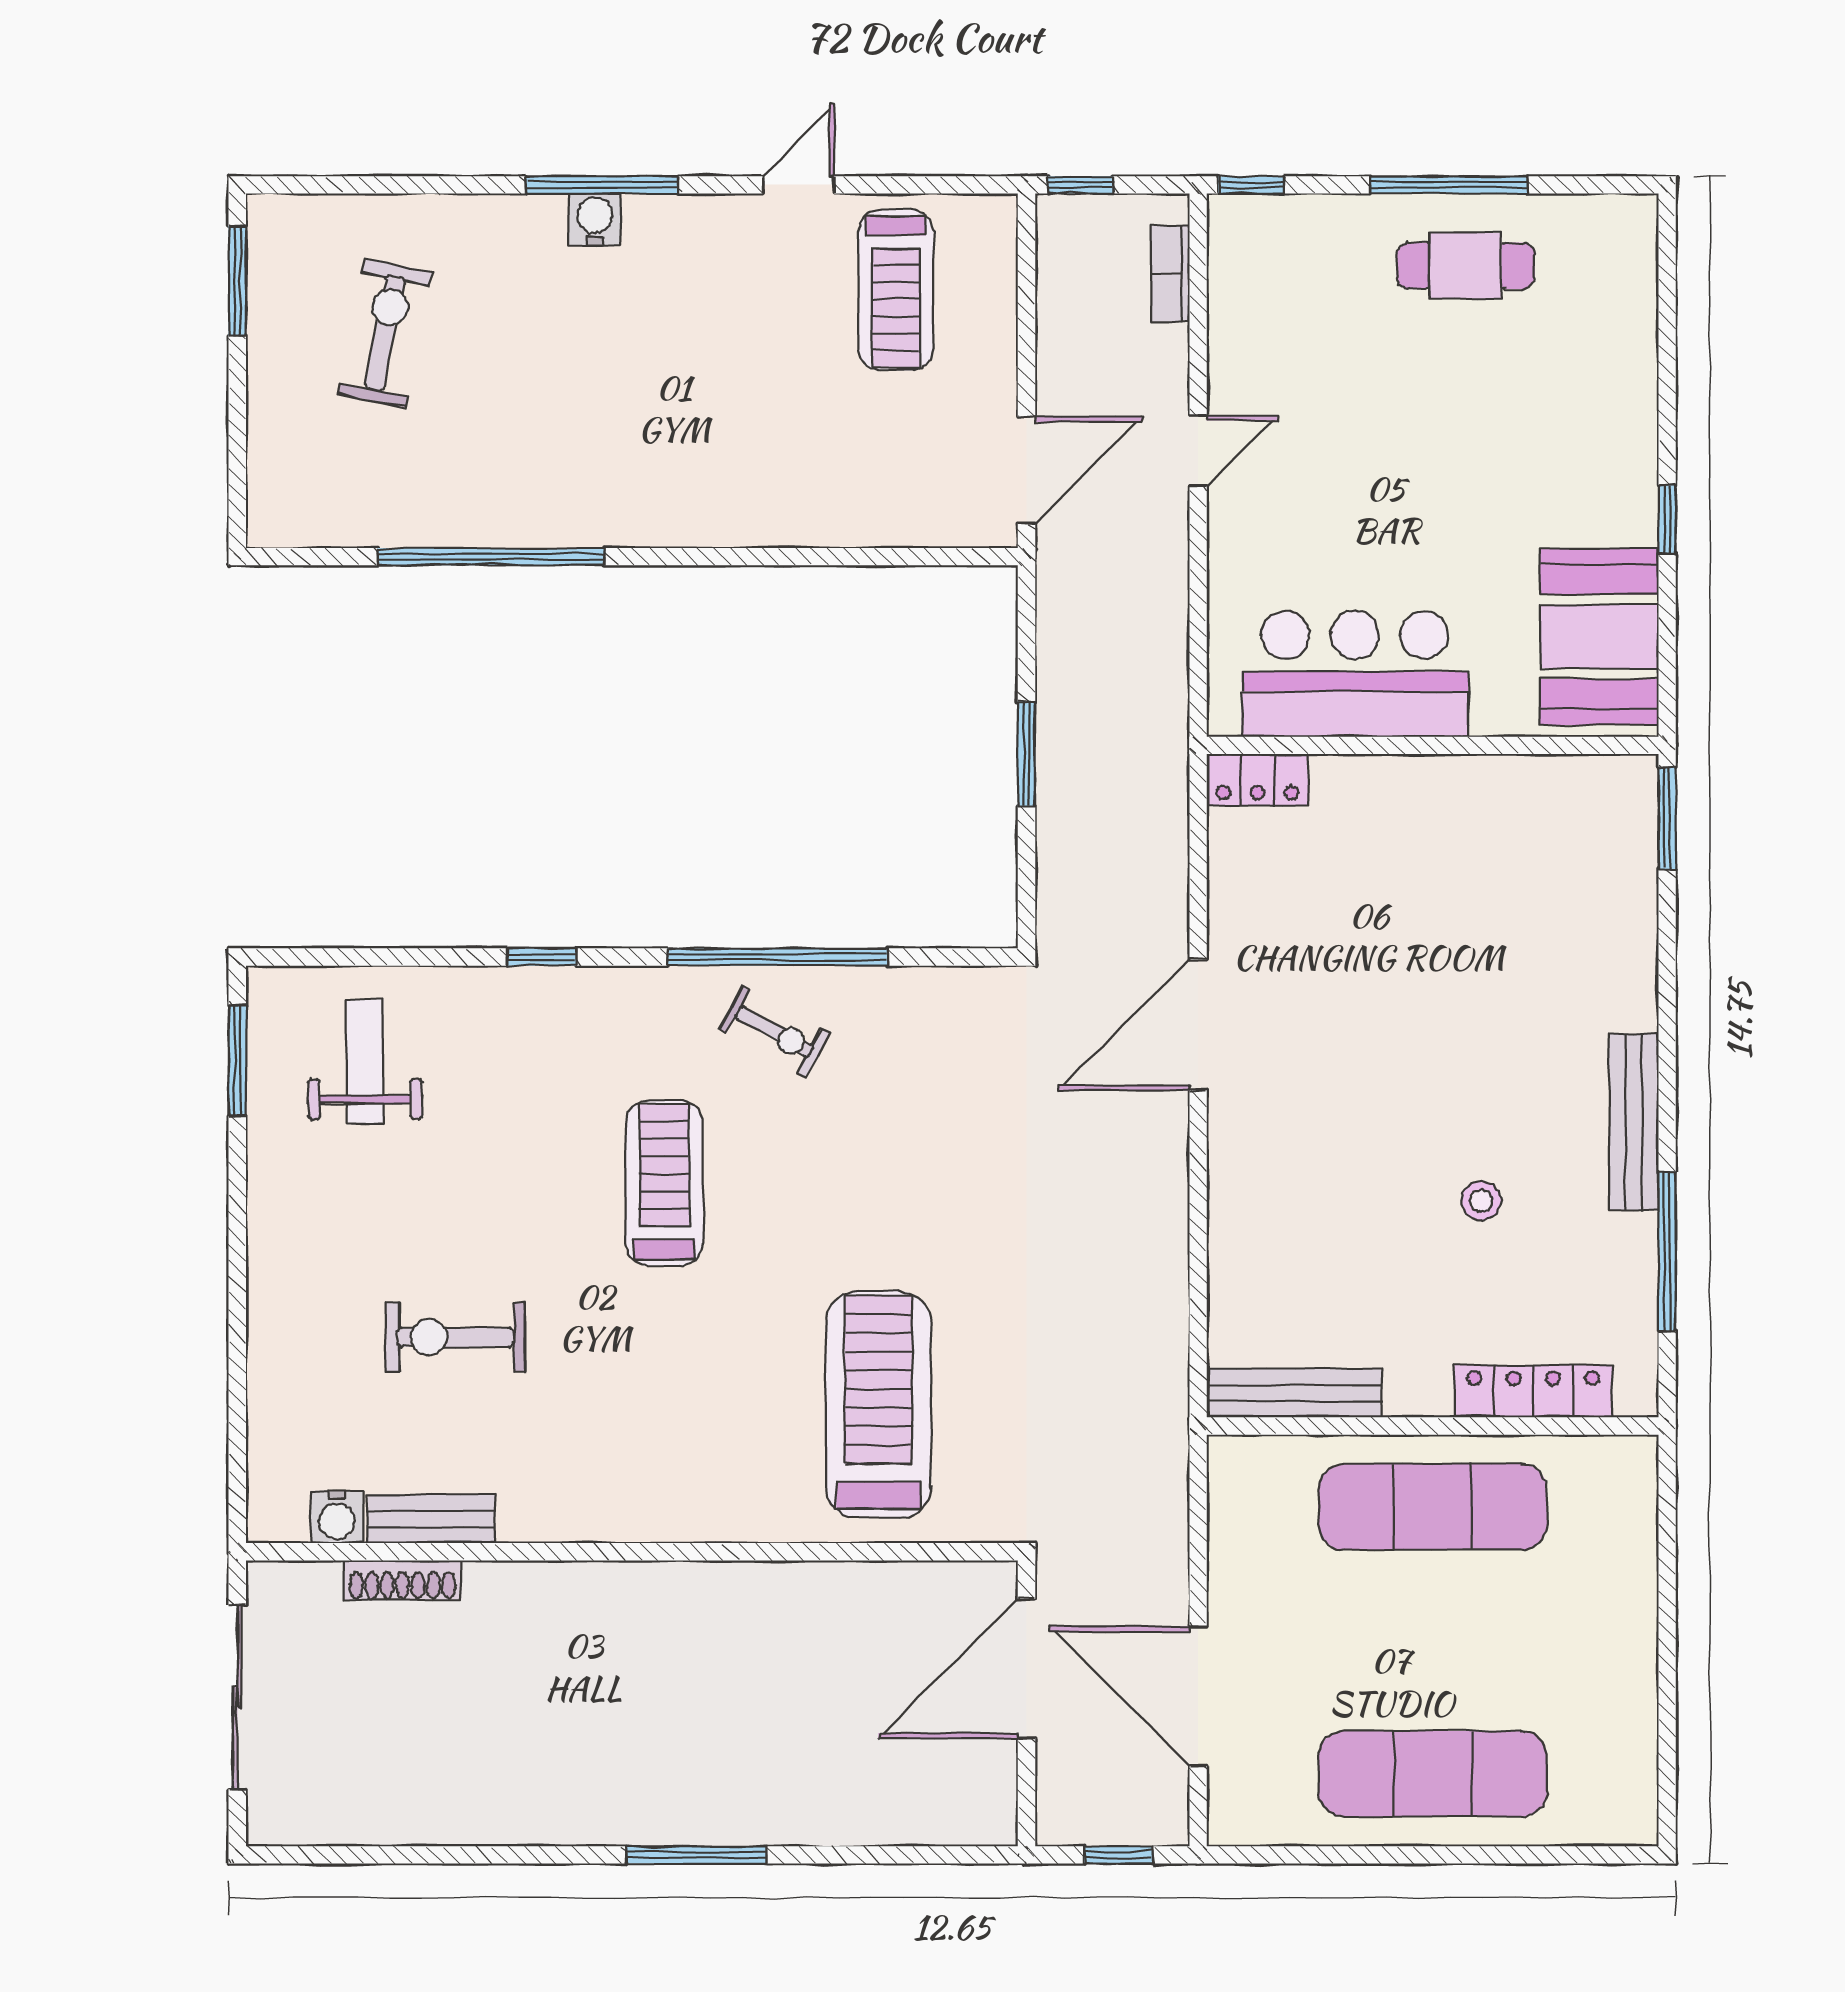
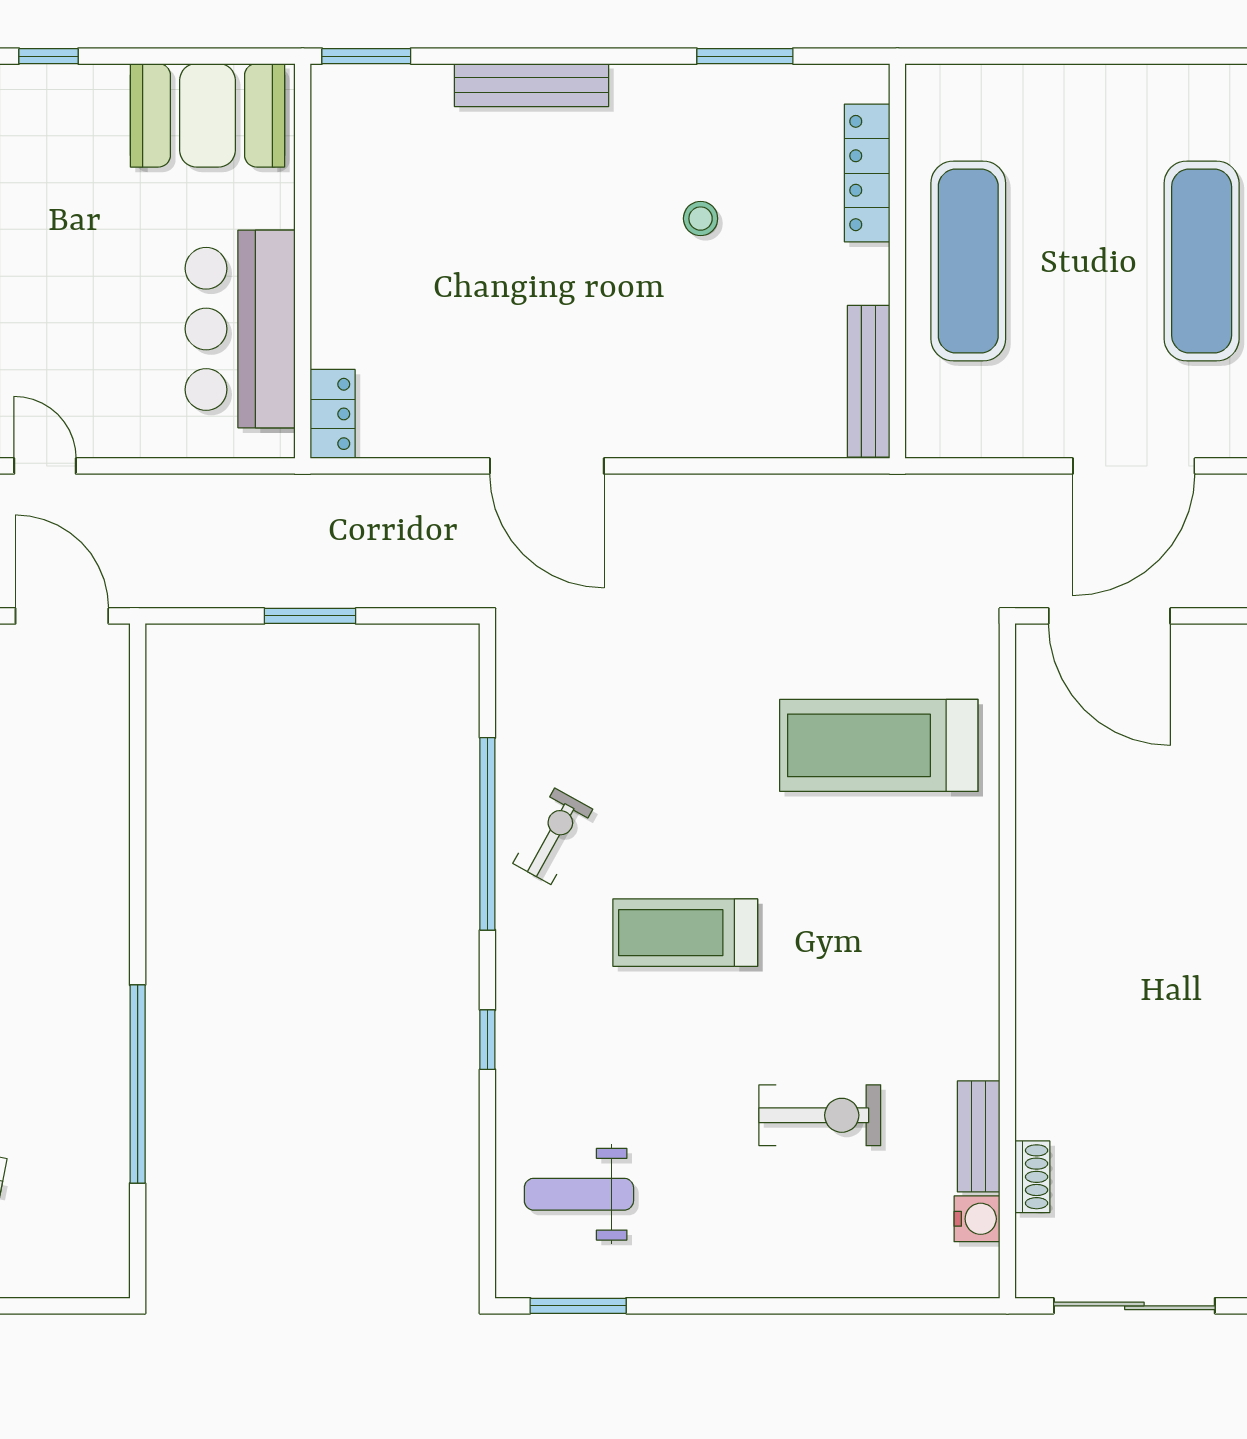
window: (1667, 520) -> (49, 56), moved
bench: (1634, 1122) -> (531, 85), moved
window: (1667, 1251) -> (745, 56), width x0.69
exercise bike: (455, 1337) -> (820, 1115), turned -90
shoe rack: (403, 1580) -> (1032, 1177), width x0.70

